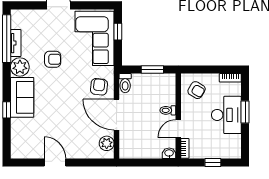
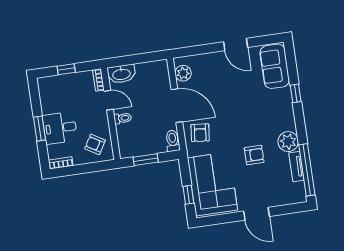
armchair: (53, 59) -> (254, 155), turned 180
sofa: (22, 97) -> (275, 66), moved
desk: (226, 115) -> (60, 128), width x0.73
door: (178, 129) -> (109, 100), hinge flipped
washbasin: (169, 153) -> (121, 74), width x1.91, depth x1.45

